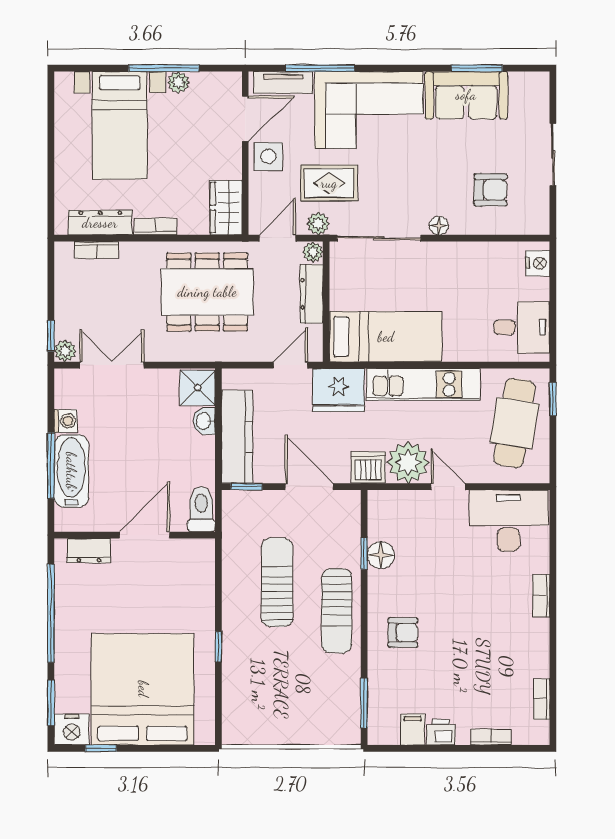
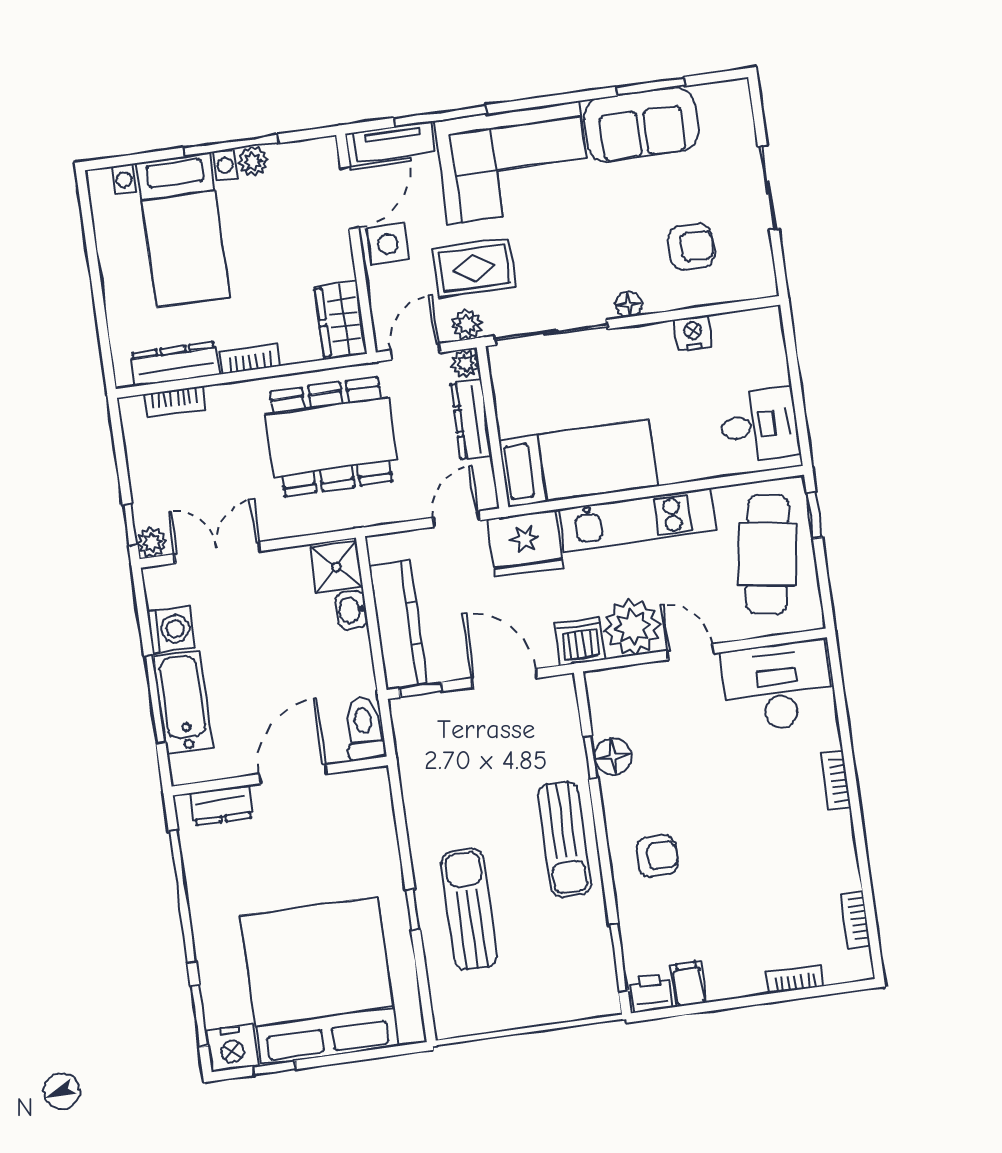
nightstand: (538, 263) -> (693, 333), moved, turned -90
washing machine: (66, 421) -> (171, 629), width x1.38, depth x1.38
sun lounger: (277, 582) -> (469, 909), moved
printer: (441, 732) -> (651, 993), moved

